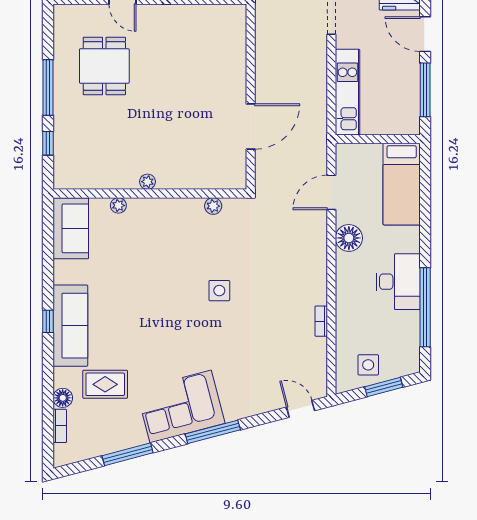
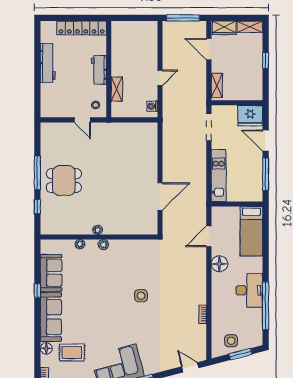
dining table: (104, 66) -> (64, 181), moved, turned 90
plant: (213, 206) -> (103, 245), moved
sofa: (71, 228) -> (51, 273), moved
window: (48, 321) -> (37, 290), moved
floor lamp: (63, 398) -> (46, 348), moved

